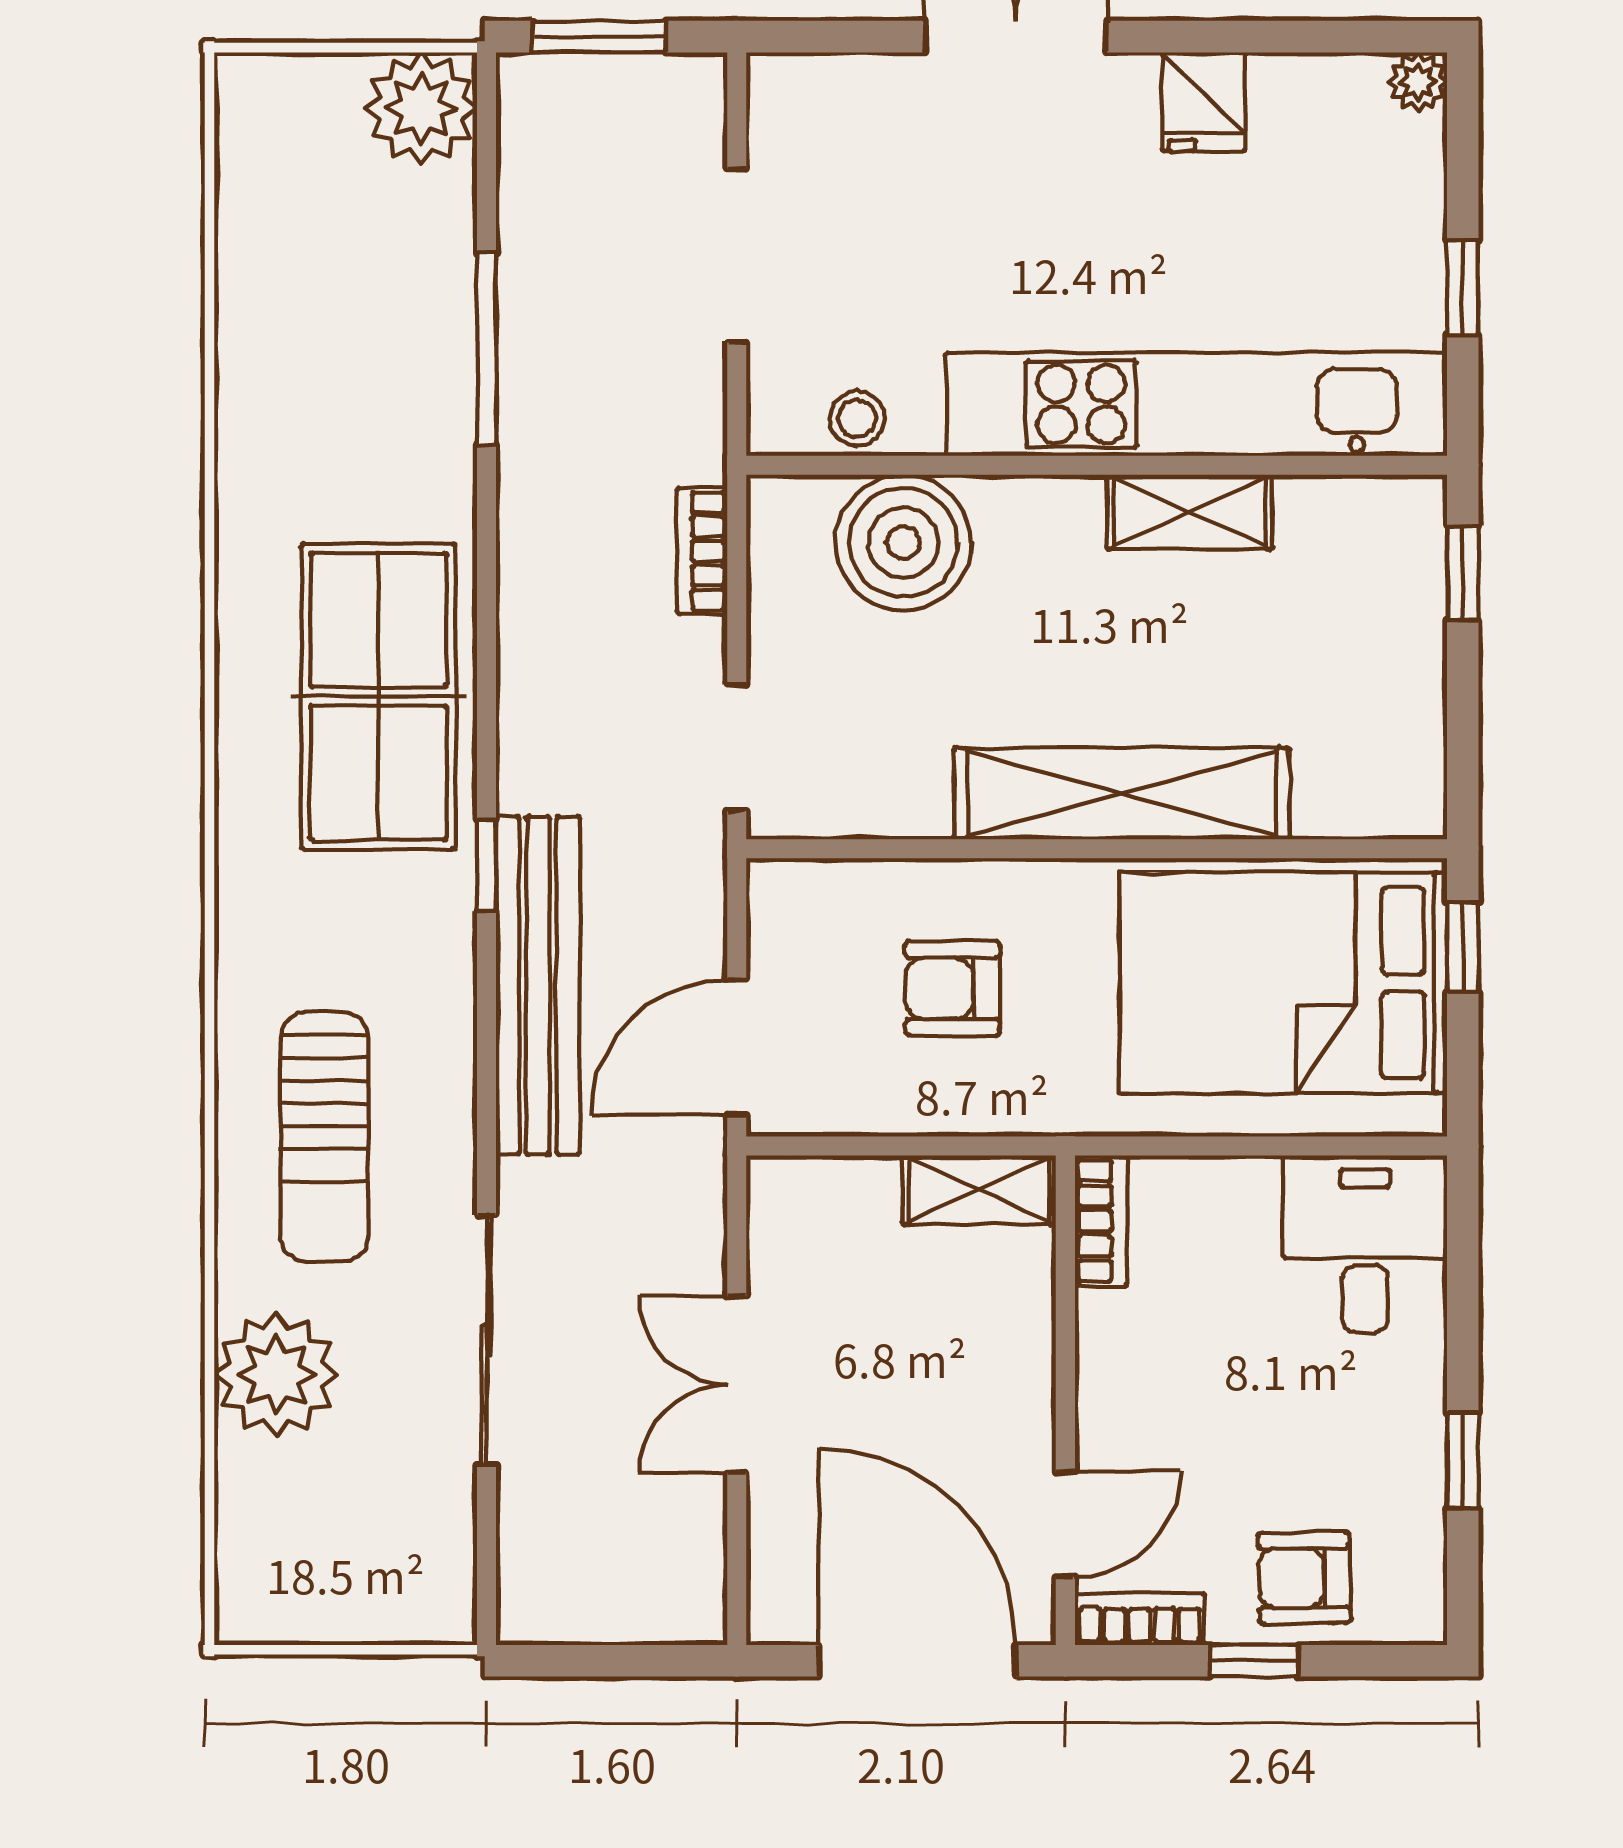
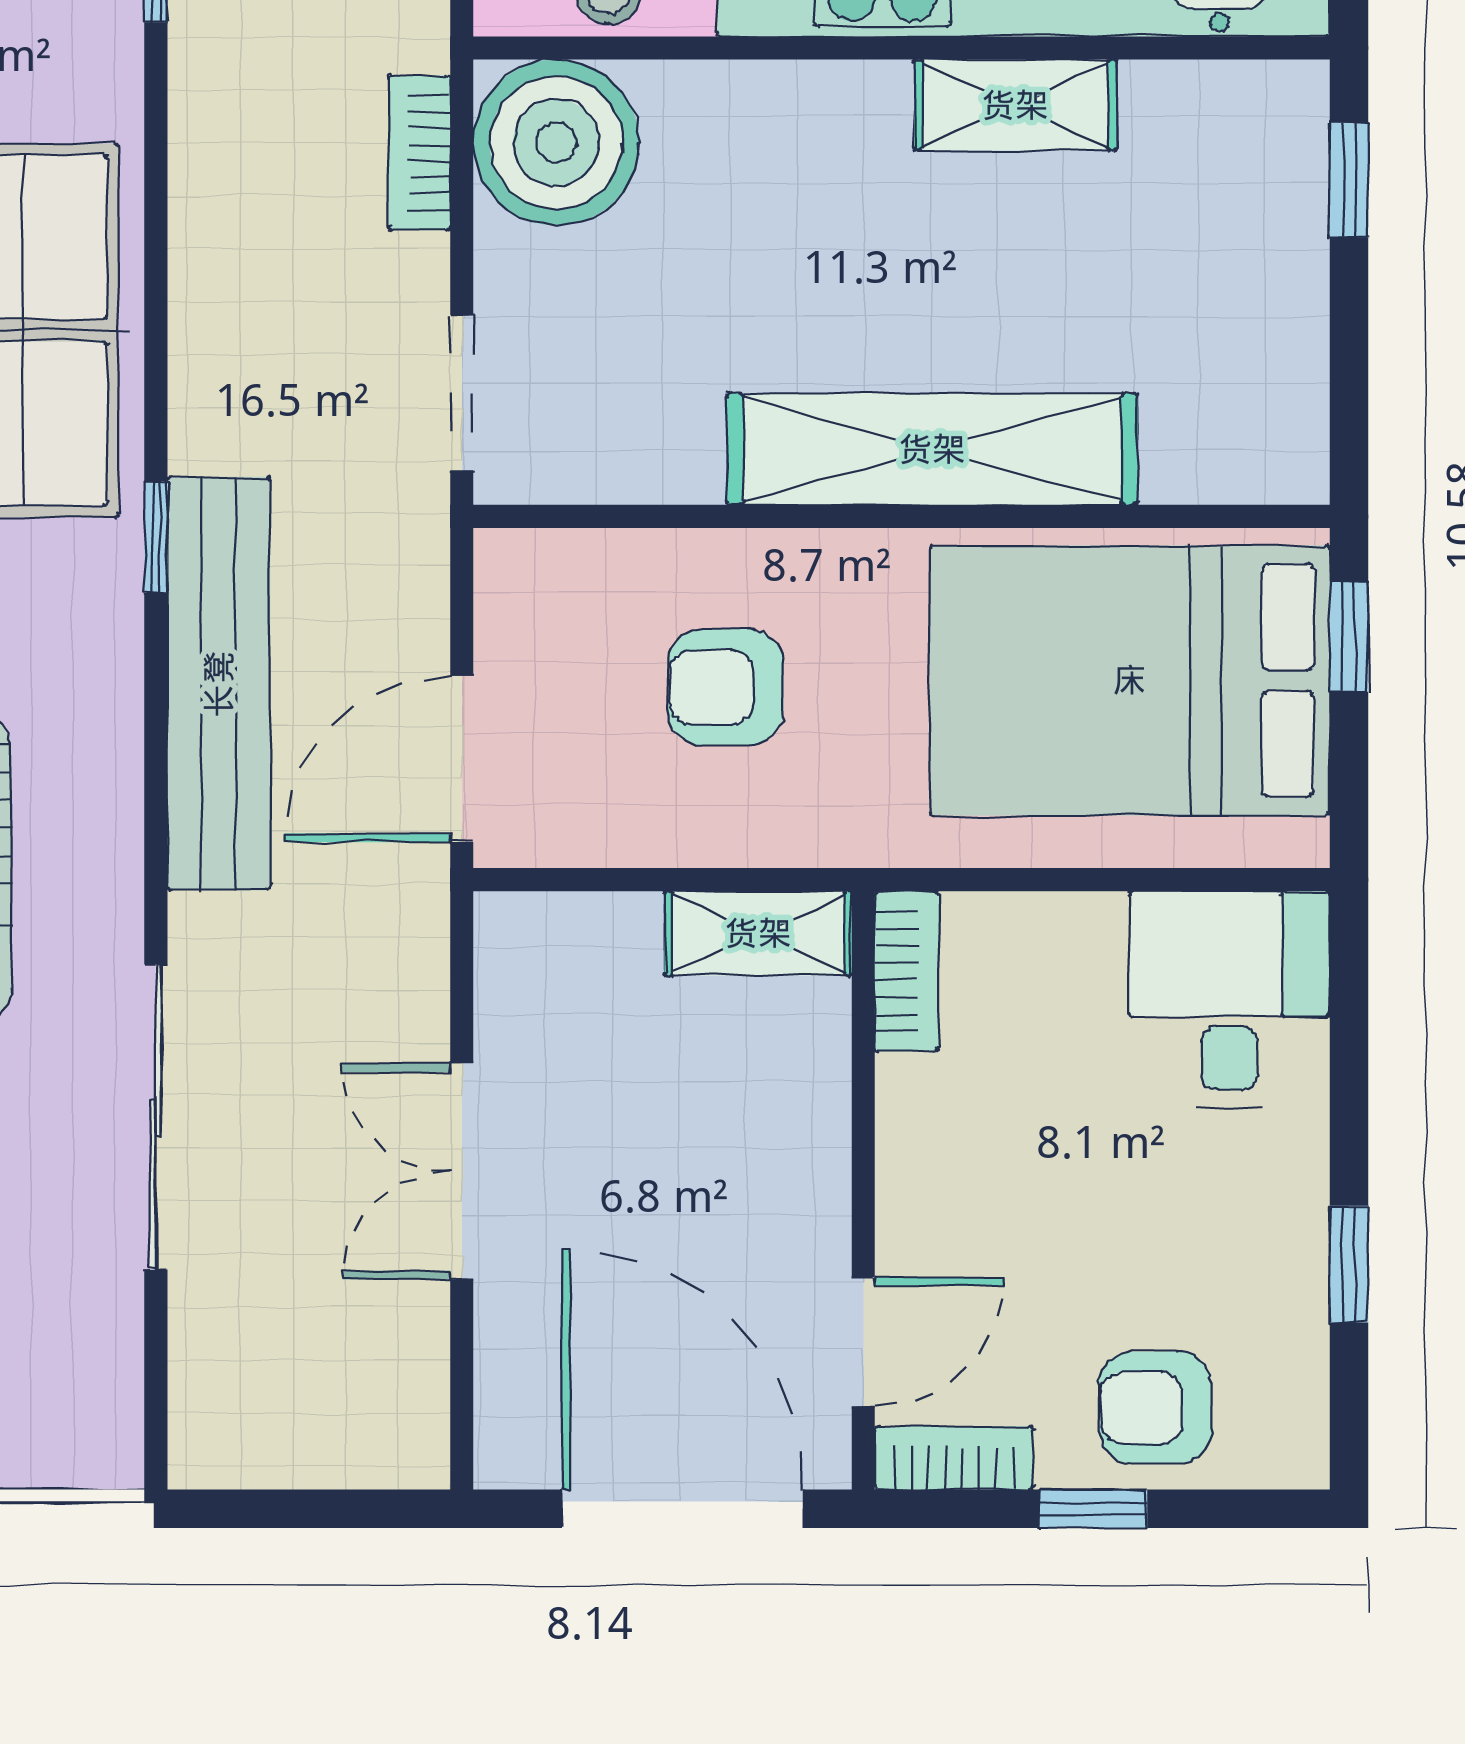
boiler: (903, 543) -> (556, 142), moved

